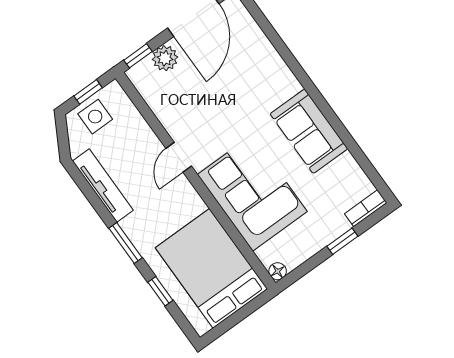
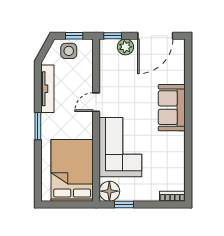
sofa: (309, 131) -> (172, 108), moved
window: (342, 241) -> (124, 204), moved
floor lamp: (278, 271) -> (109, 191), width x1.89, depth x1.89
window: (160, 291) -> (38, 163), removed

